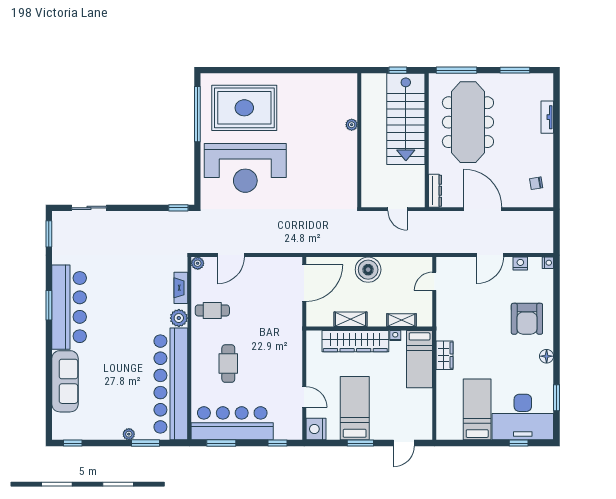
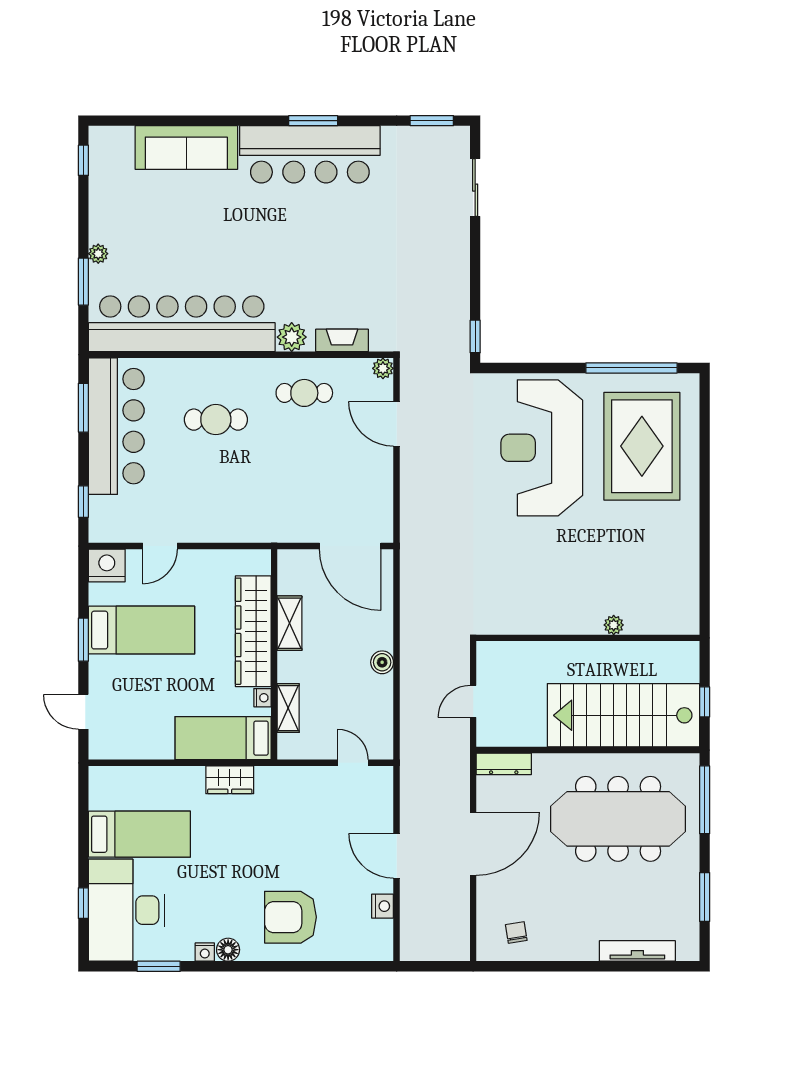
tv unit: (547, 117) -> (637, 951), width x1.41
nightstand: (548, 263) -> (205, 952), moved
boiler: (368, 270) -> (382, 662), width x0.54, depth x0.54
cafe table: (212, 310) -> (304, 393), turned 90

